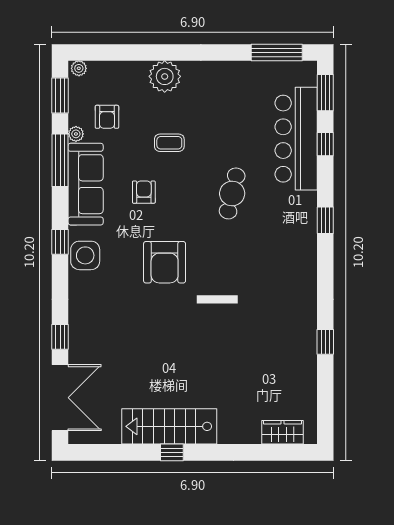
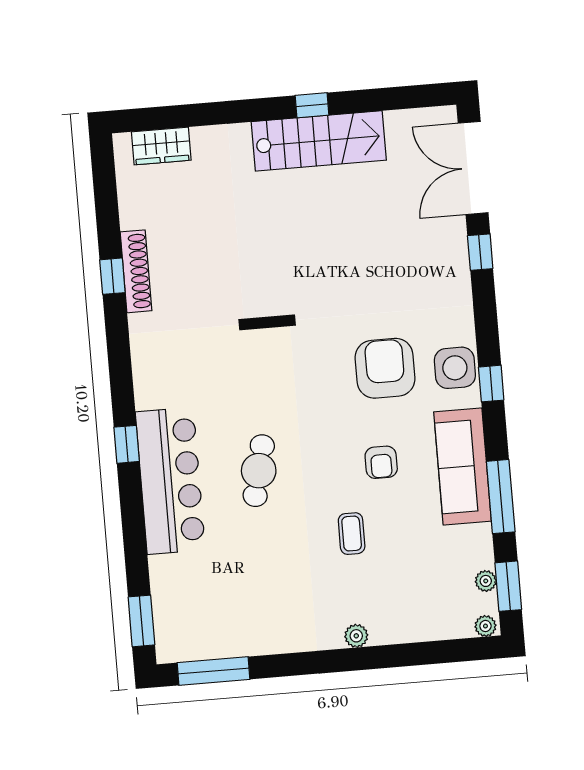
plant: (165, 76) -> (356, 636), width x0.53, depth x0.53
armchair: (107, 117) -> (441, 562), removed
plant: (76, 134) -> (486, 581), moved
bar counter: (296, 139) -> (170, 481), moved
coffee table: (169, 143) -> (352, 534), turned 90
window: (325, 144) -> (135, 550), removed
armchair: (165, 262) -> (385, 368), moved
shoe rack: (308, 344) -> (136, 271), added

